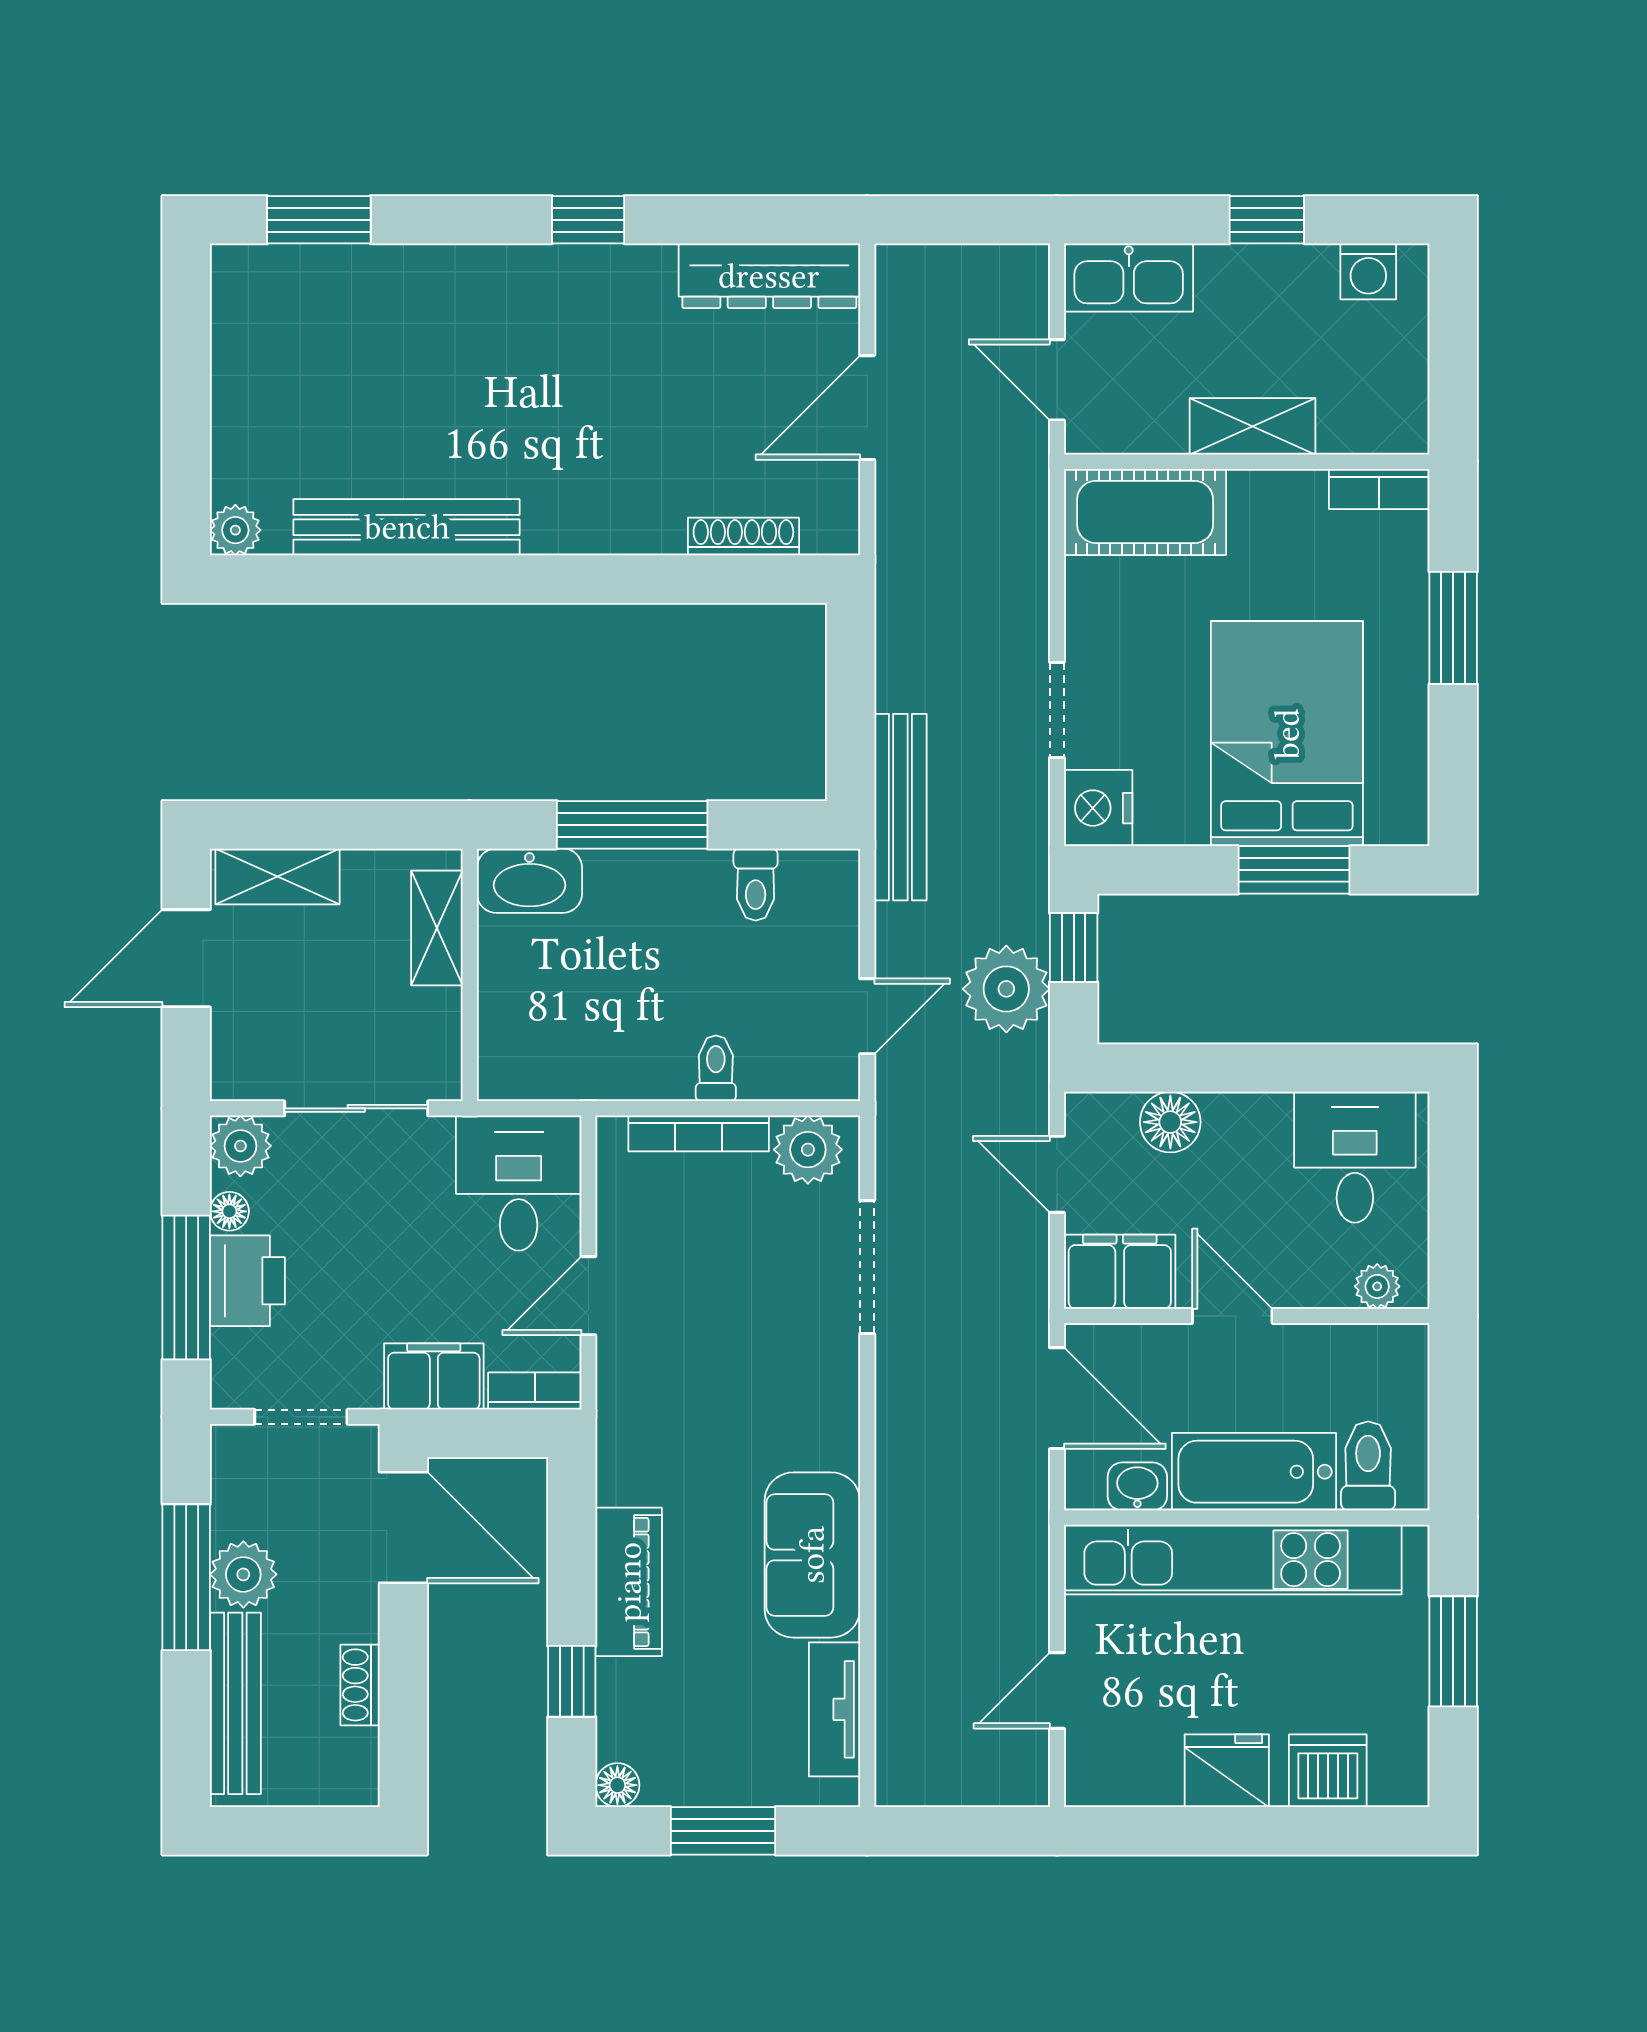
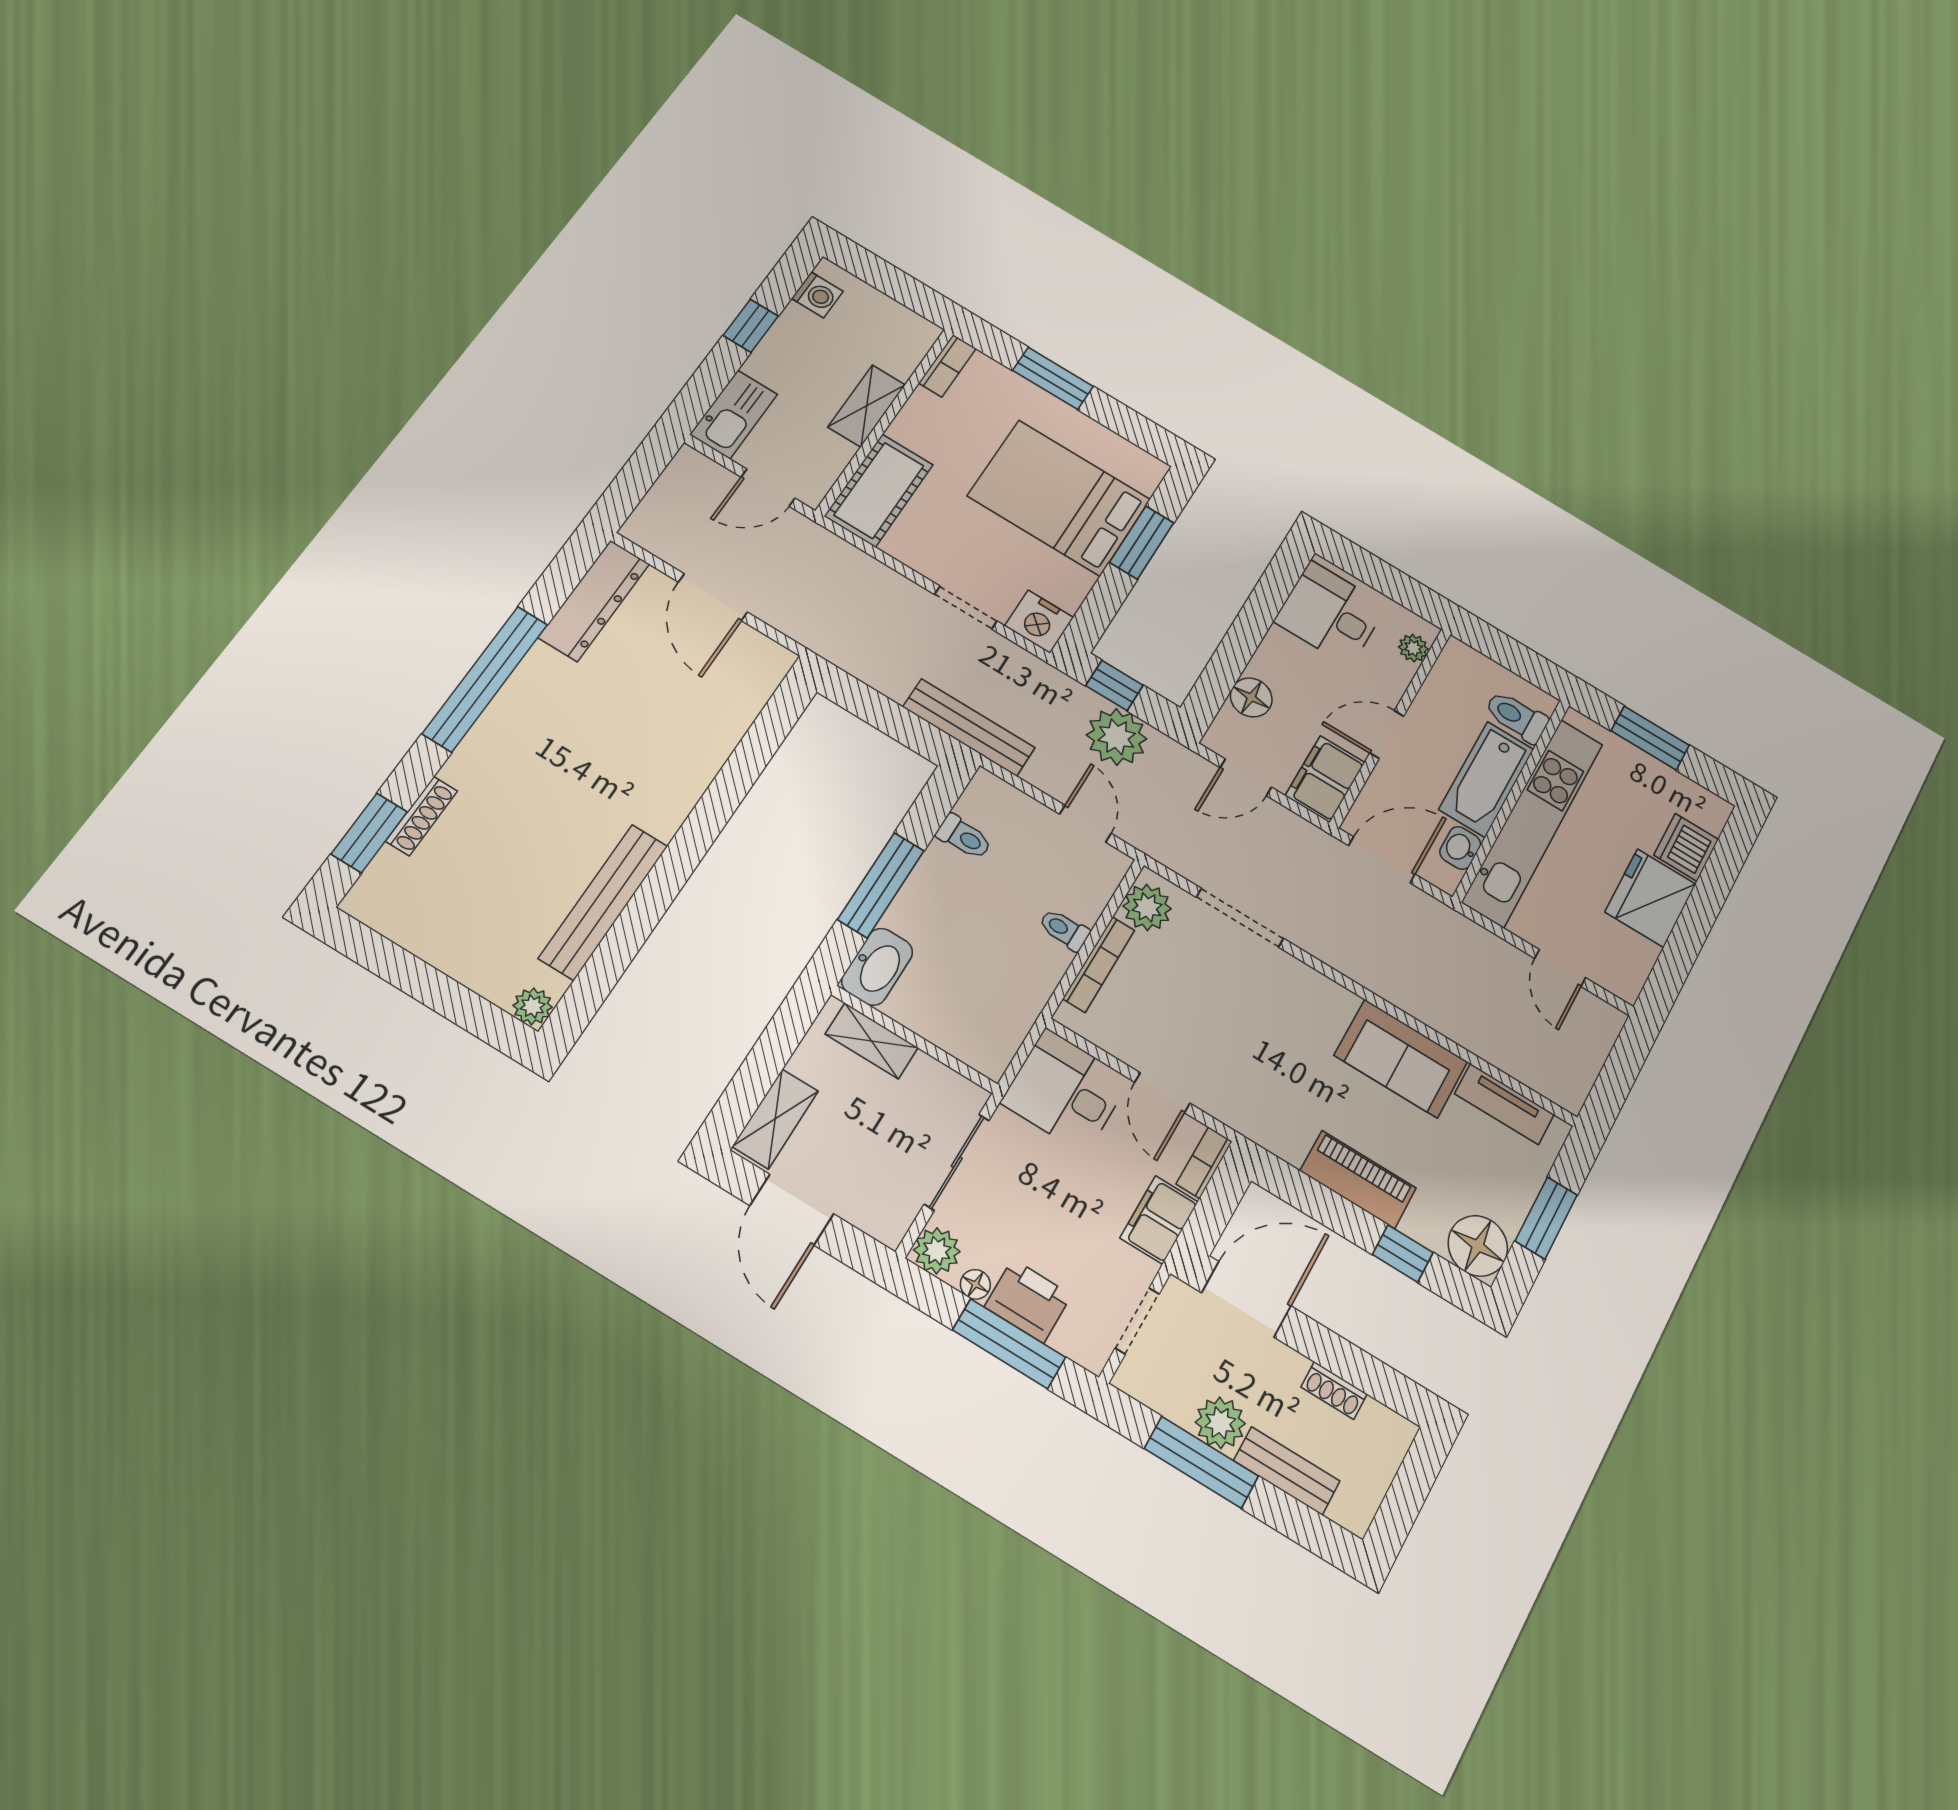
window: (588, 220) -> (485, 679), width x3.17
shoe rack: (743, 537) -> (422, 816), moved, turned 180
bench: (235, 1703) -> (1287, 1471), width x0.73
fridge: (1227, 1771) -> (1651, 898), width x1.36, depth x1.34
floor lamp: (617, 1785) -> (1478, 1246), width x1.89, depth x1.89

